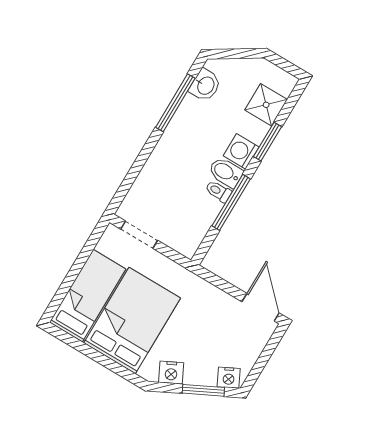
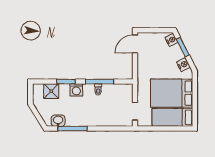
bidet: (226, 172) -> (89, 91), removed

